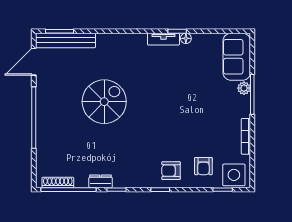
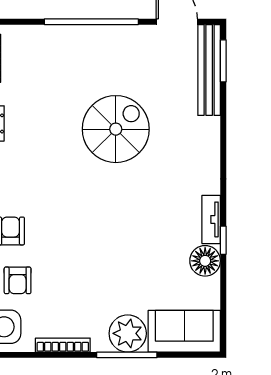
floor lamp: (186, 38) -> (205, 261), width x1.89, depth x1.89
plant: (244, 88) -> (128, 333), width x1.87, depth x1.87
spiral stairs: (104, 102) -> (116, 129), turned -90
armchair: (203, 166) -> (18, 280), turned -90

